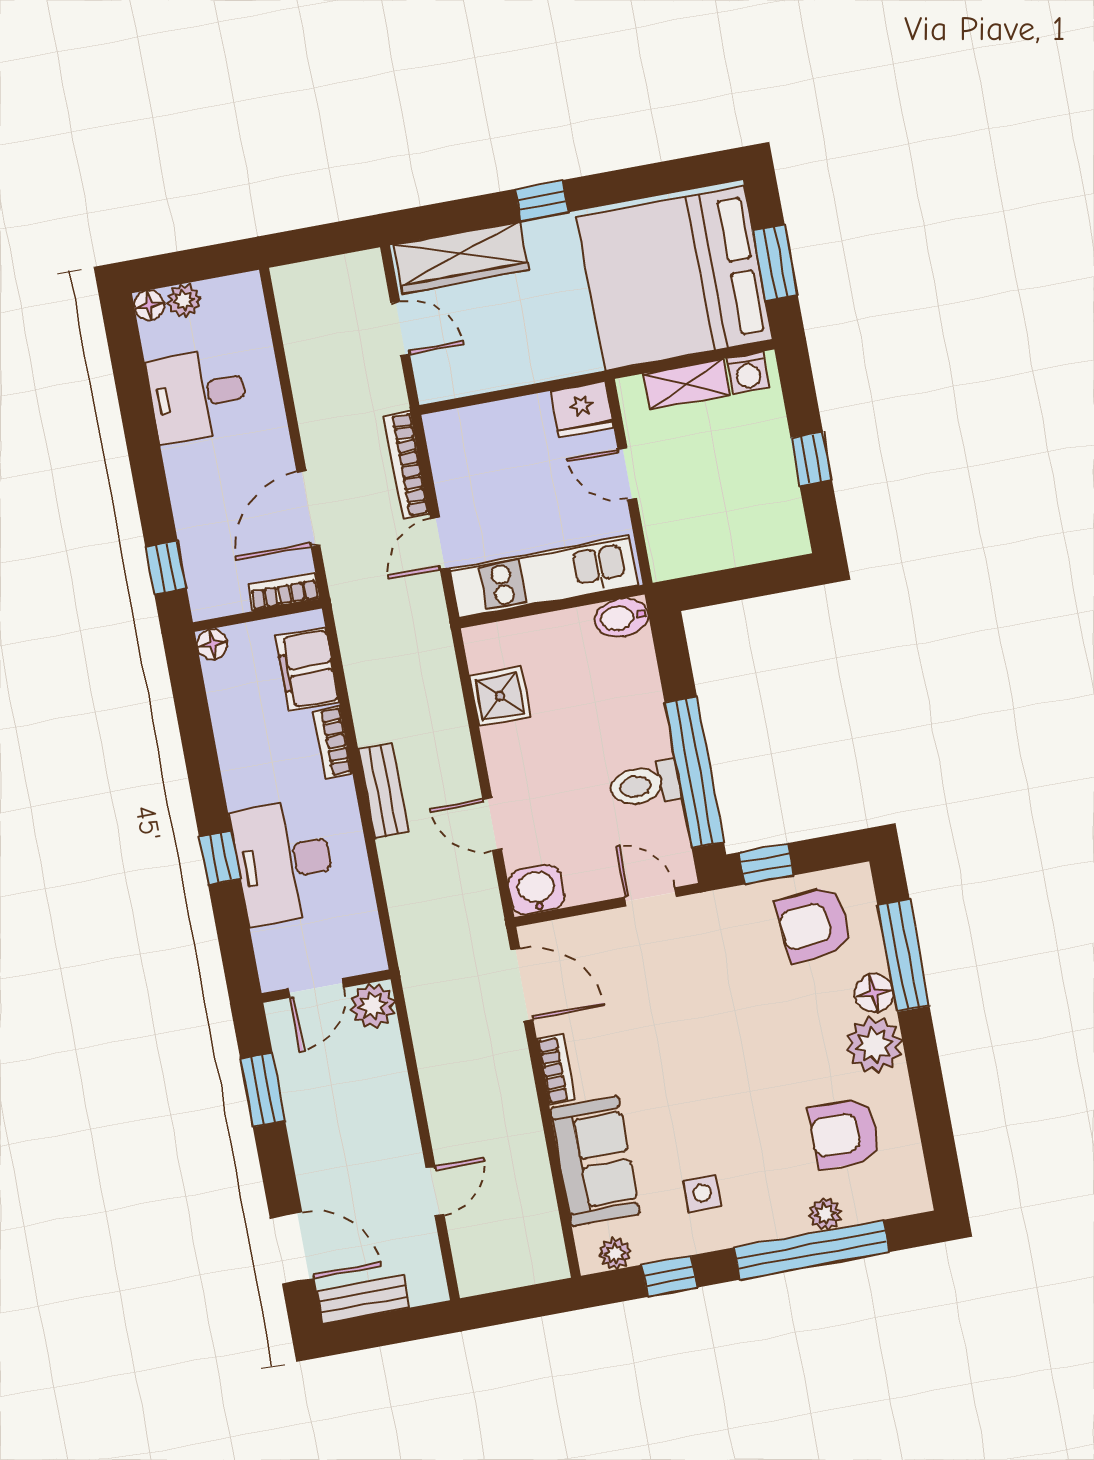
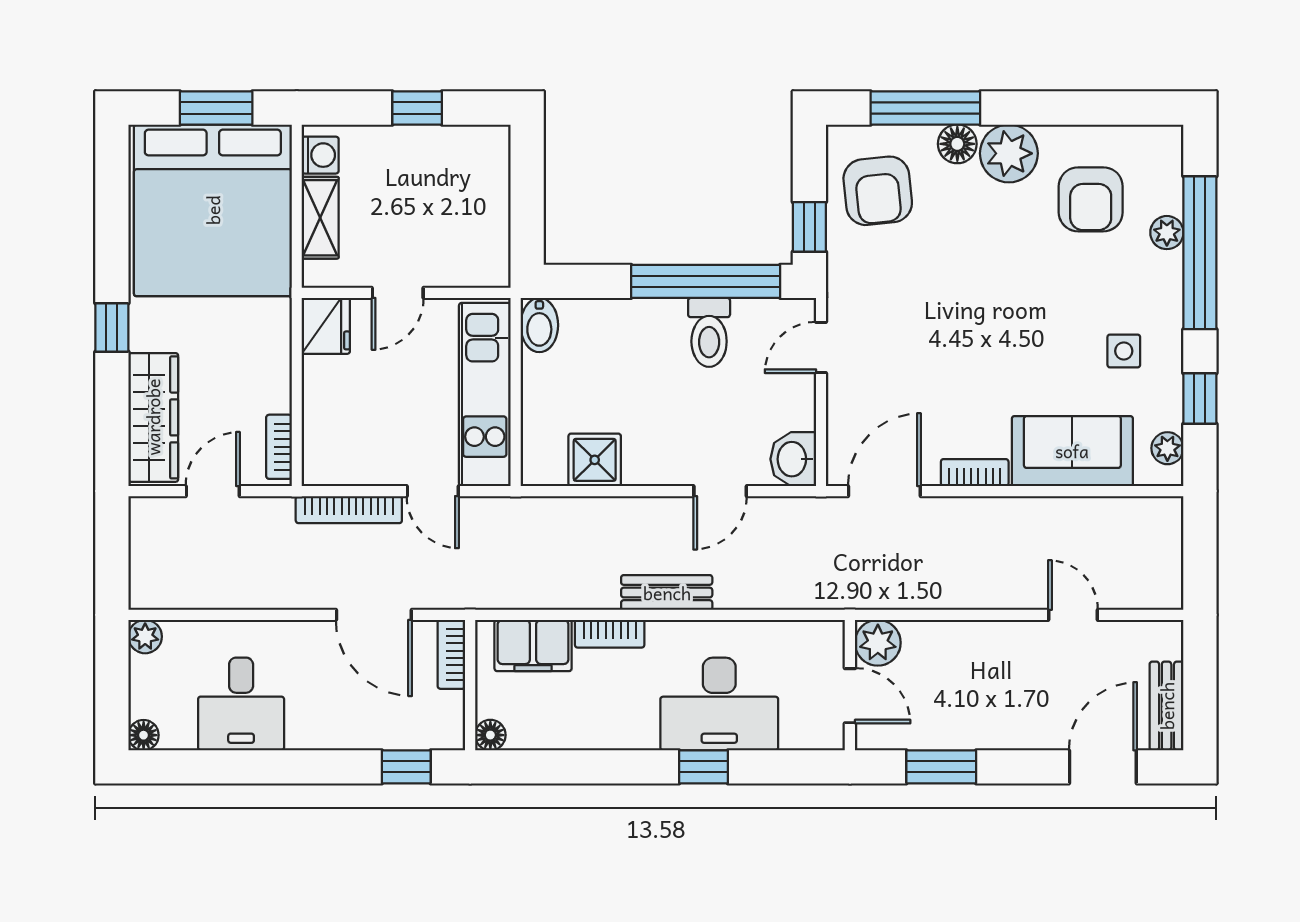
plant: (184, 300) -> (145, 637), moved
bookcase: (455, 385) -> (279, 447), added

